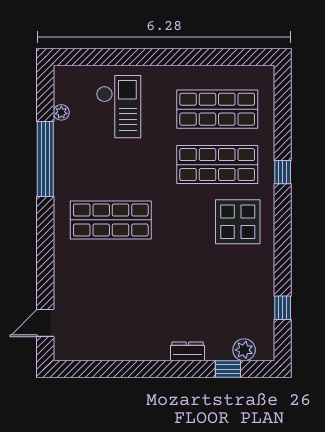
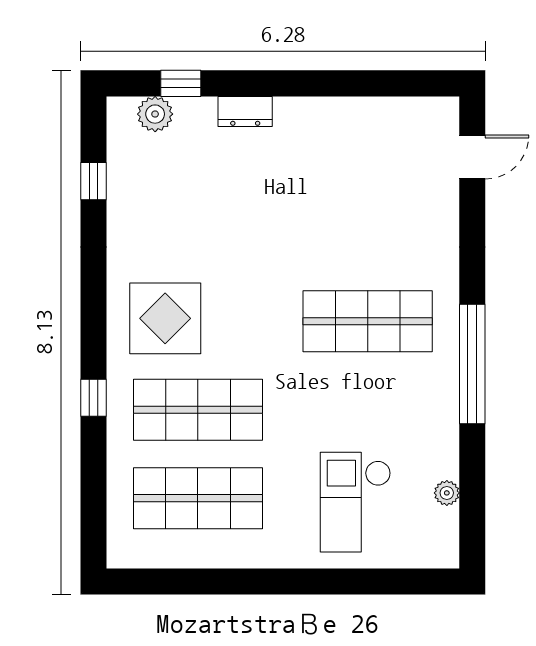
window: (45, 159) -> (472, 364), moved

